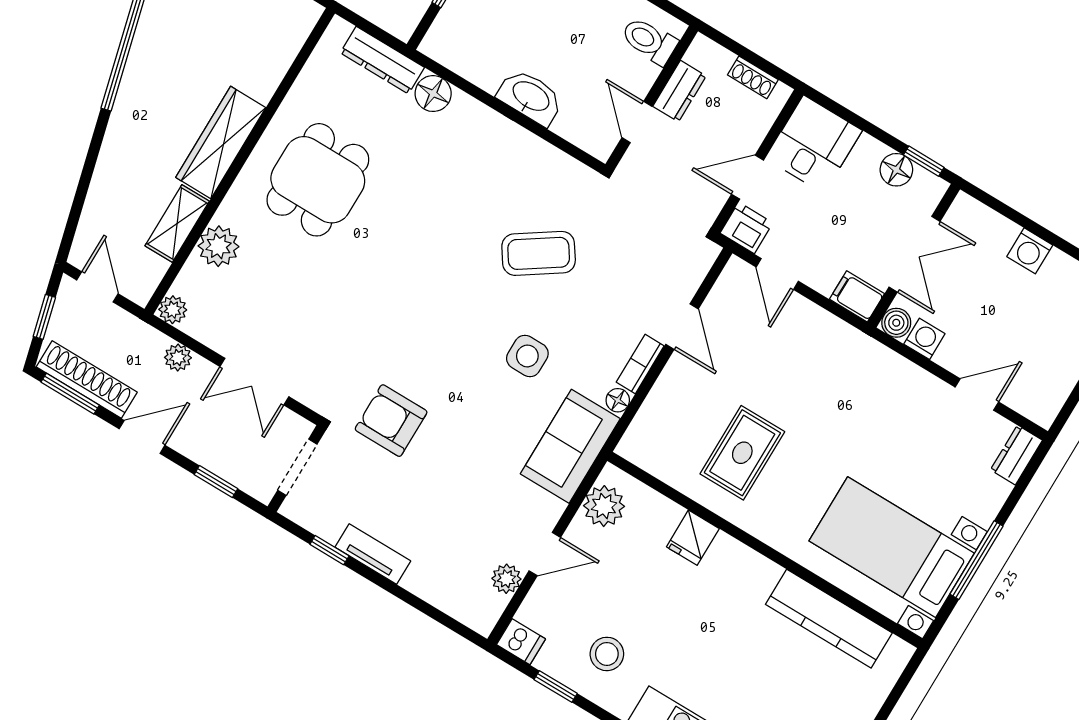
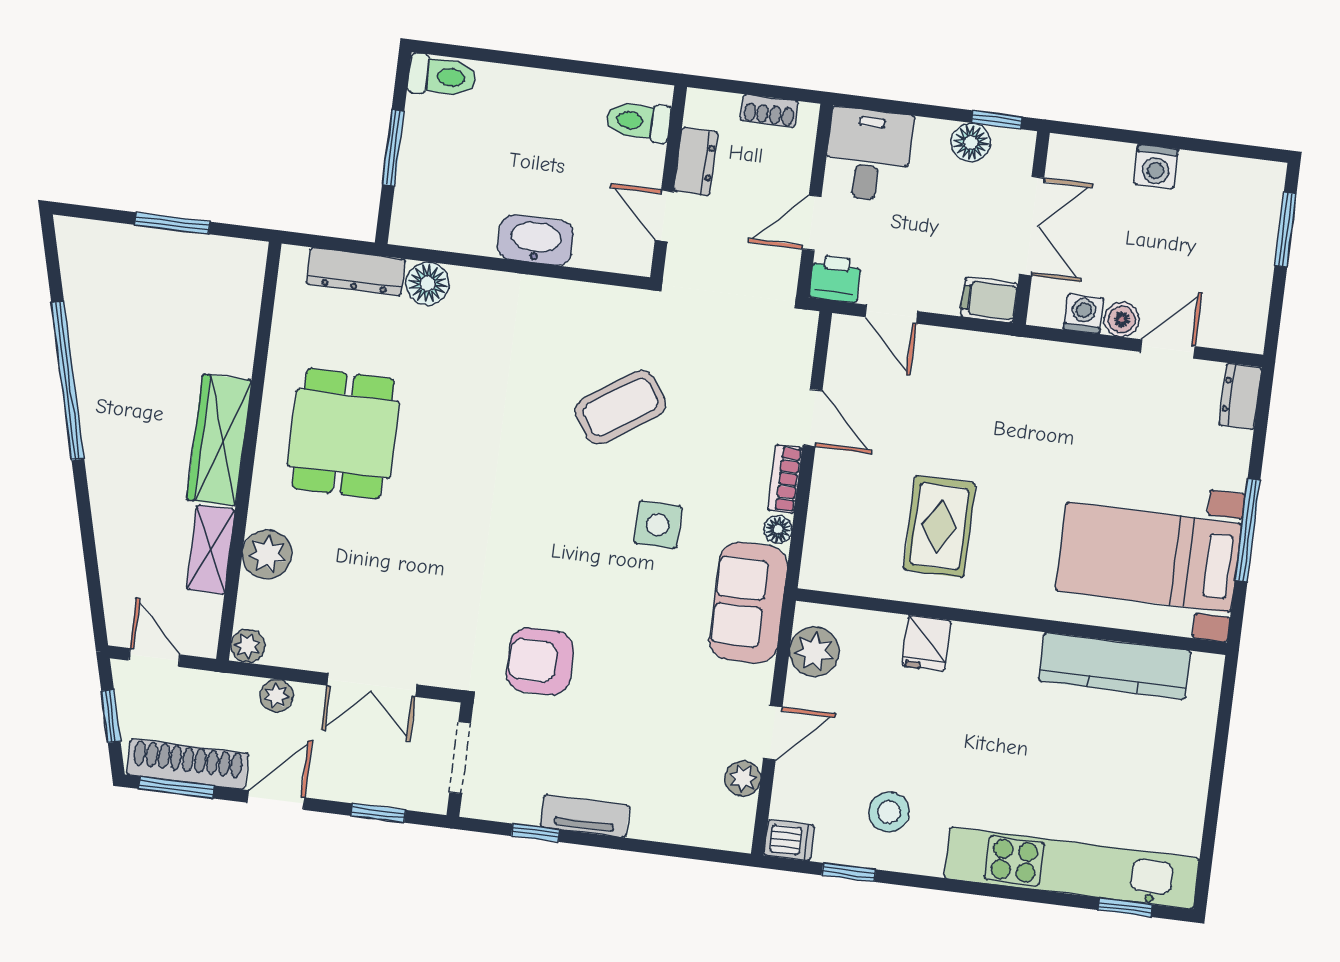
boiler: (896, 323) -> (1122, 319), moved

